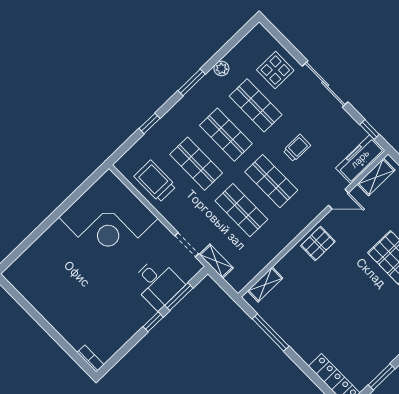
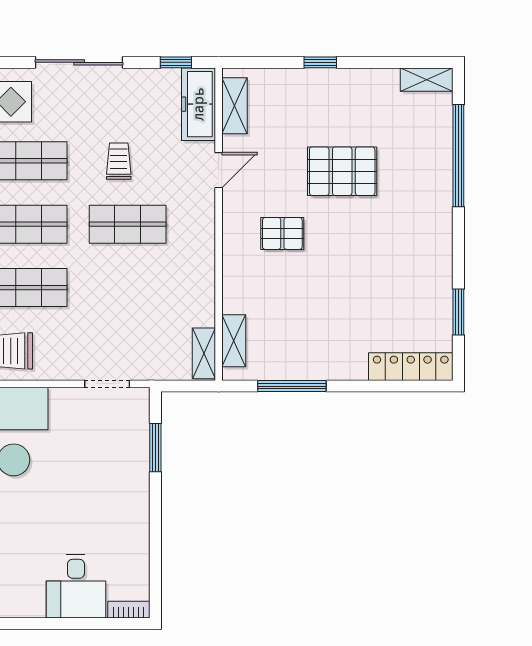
shop shelf: (241, 210) -> (128, 288), removed
pallet: (318, 244) -> (282, 233), moved, turned 90
shelving: (216, 261) -> (204, 353), moved, turned 90
desk: (157, 283) -> (76, 586), moved, turned 90
window: (153, 322) -> (155, 502), removed

